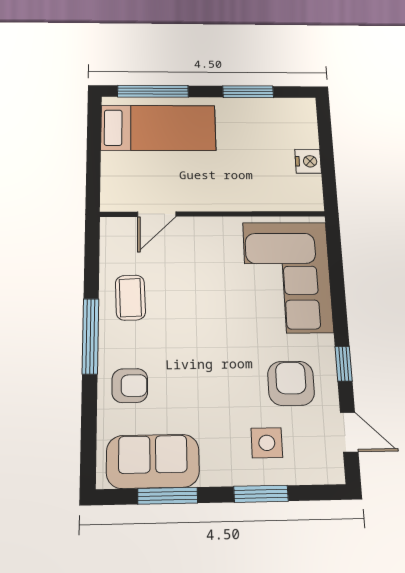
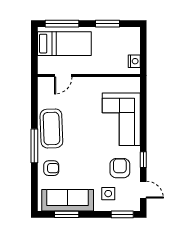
door: (157, 214) -> (63, 75), moved
wall: (213, 214) -> (89, 75), moved
coffee table: (130, 298) -> (51, 128), width x1.86, depth x1.72
sofa: (153, 461) -> (68, 200), width x1.36
window: (261, 494) -> (122, 214), moved

